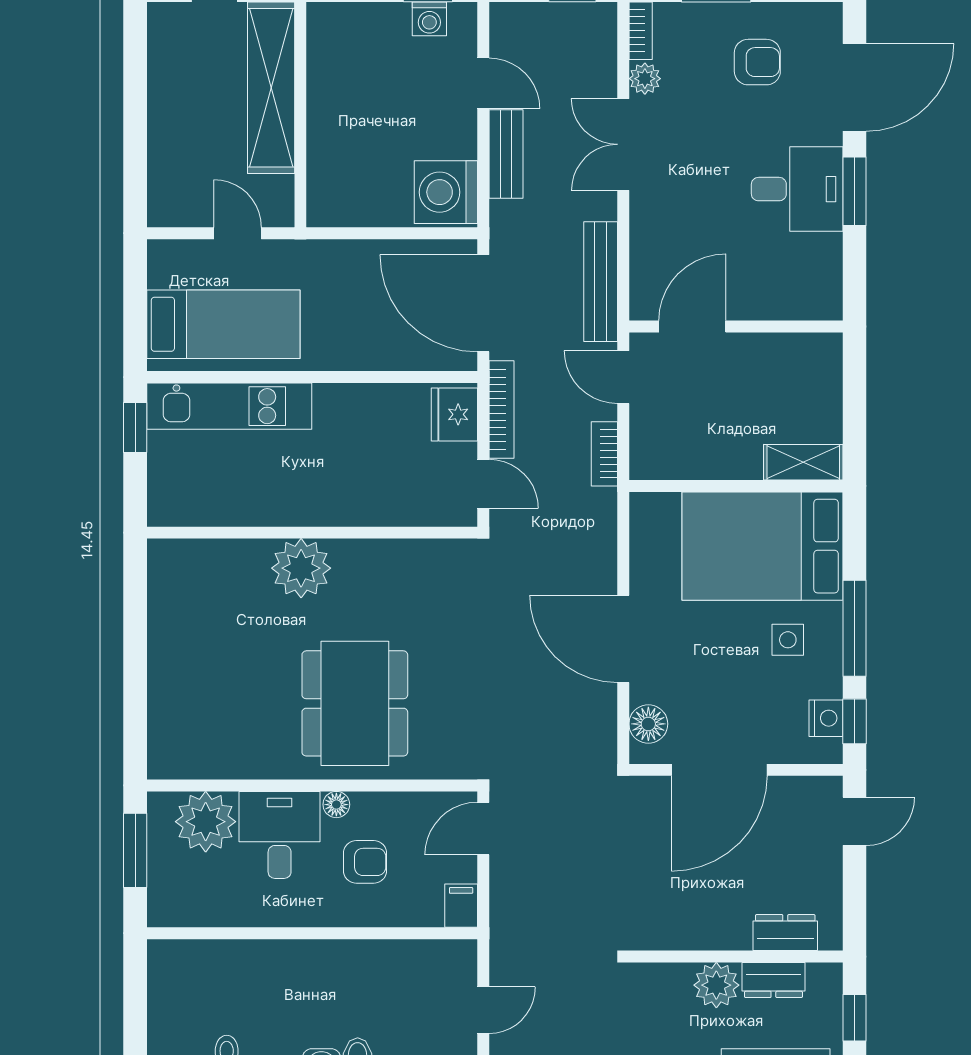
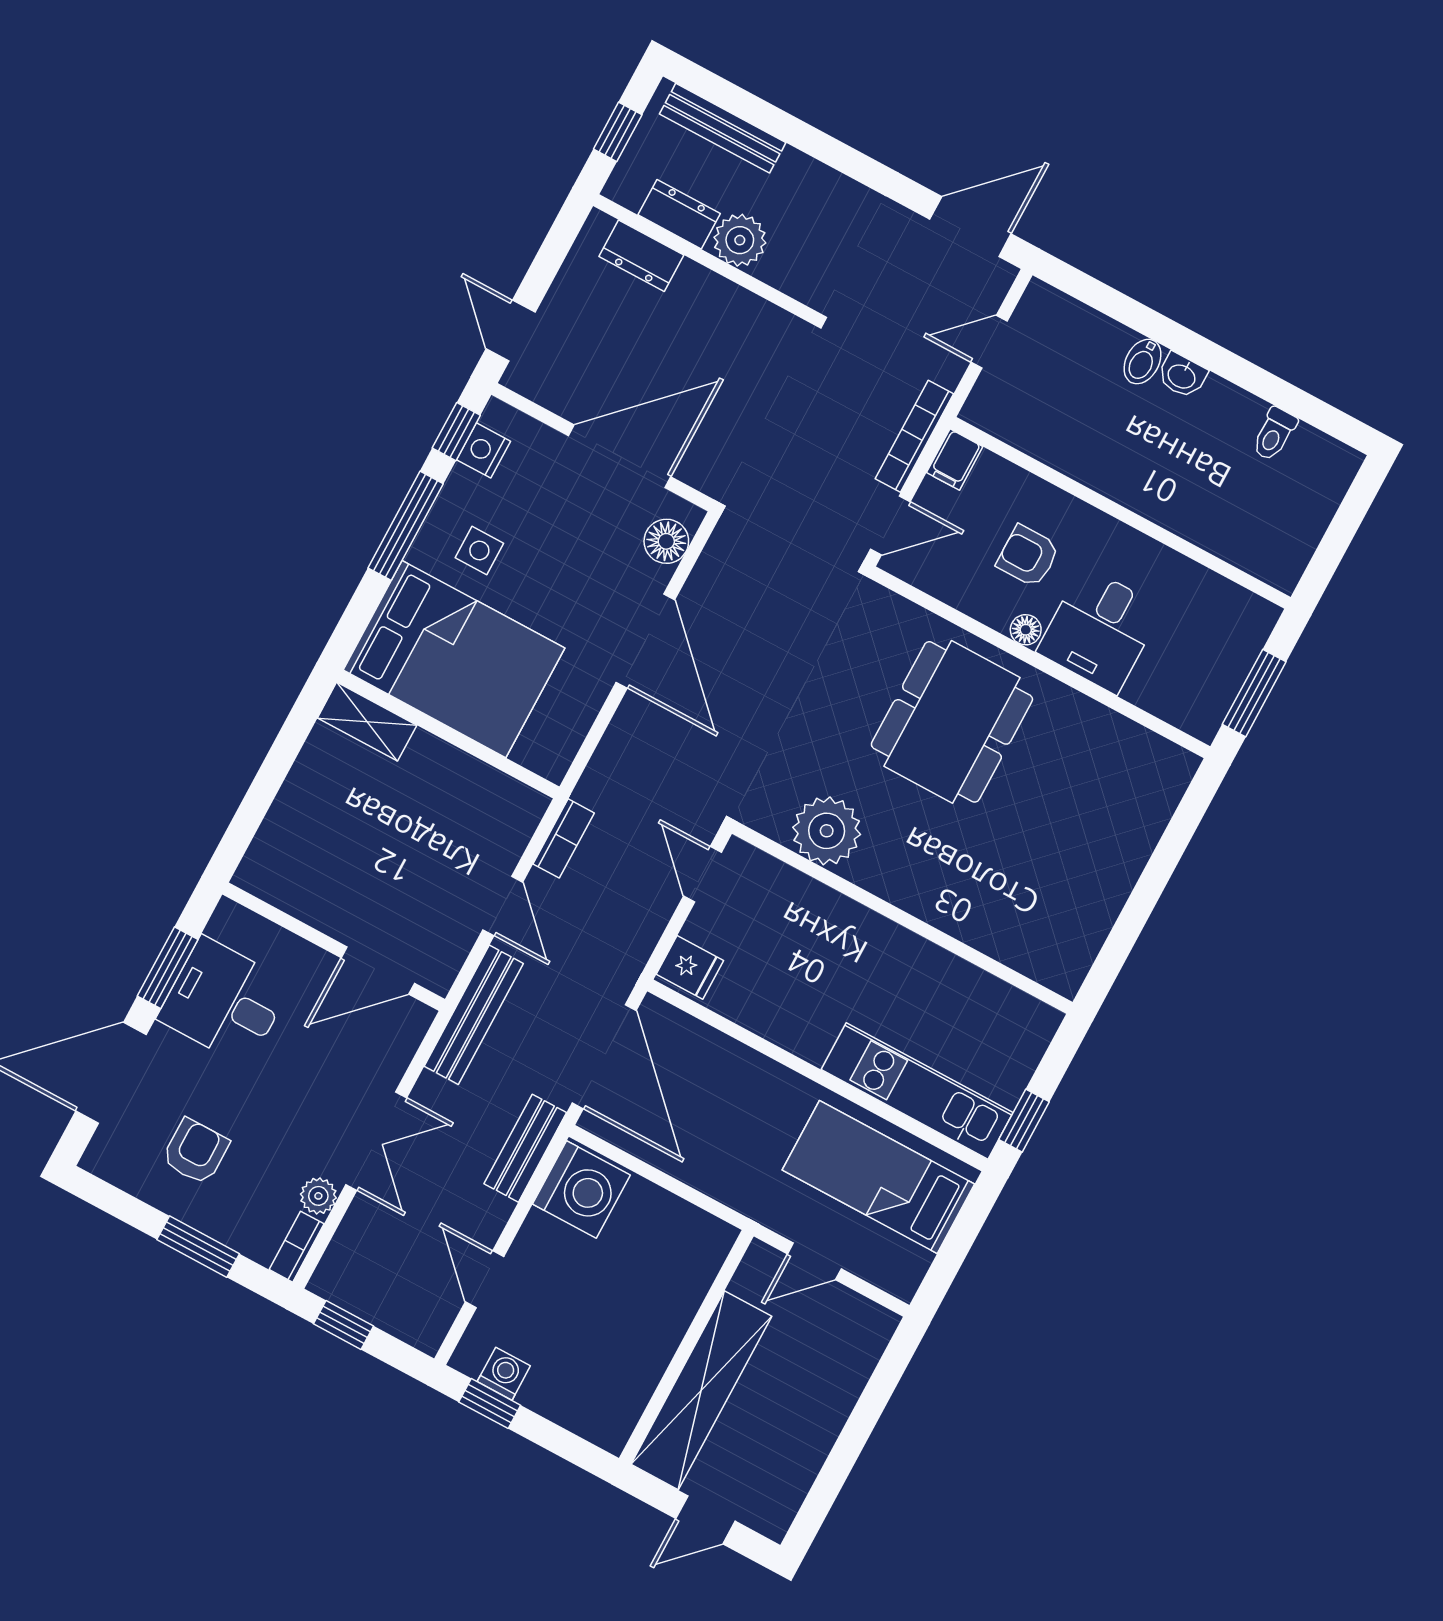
armchair: (757, 62) -> (196, 1151), turned 90
bench: (506, 154) -> (525, 1148), moved
door: (238, 233) -> (814, 1261), hinge flipped
door: (692, 327) -> (378, 970), moved
wall: (736, 327) -> (334, 947), moved
bookcase: (502, 409) -> (914, 436), moved
fridge: (454, 414) -> (690, 967), width x0.72
plant: (301, 568) -> (827, 831), moved
door: (855, 821) -> (511, 331), hinge flipped
plant: (206, 822) -> (1167, 684), removed

